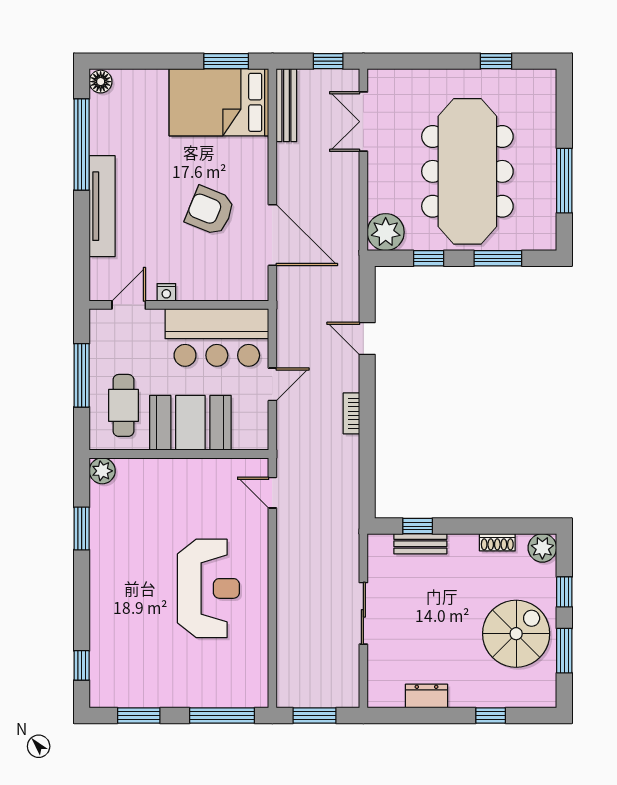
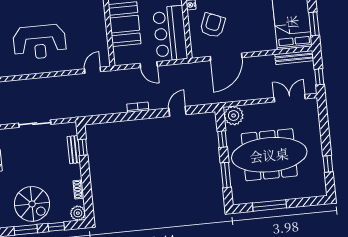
armchair: (210, 211) -> (213, 25), moved

